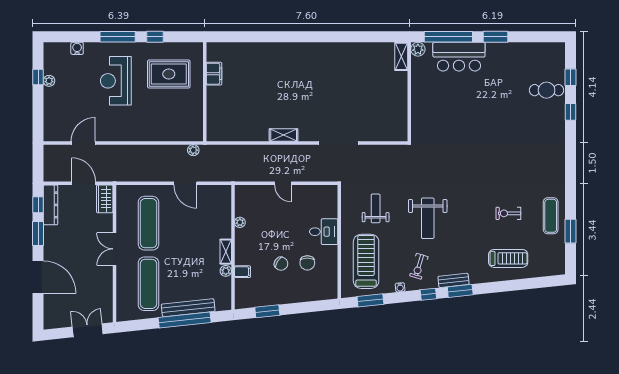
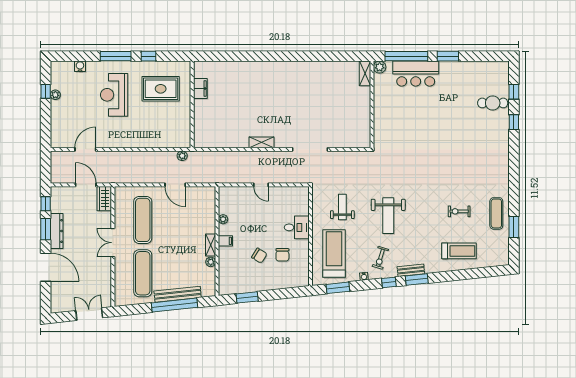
dresser: (51, 205) -> (57, 231), moved
filing cabinet: (243, 272) -> (225, 241), moved

